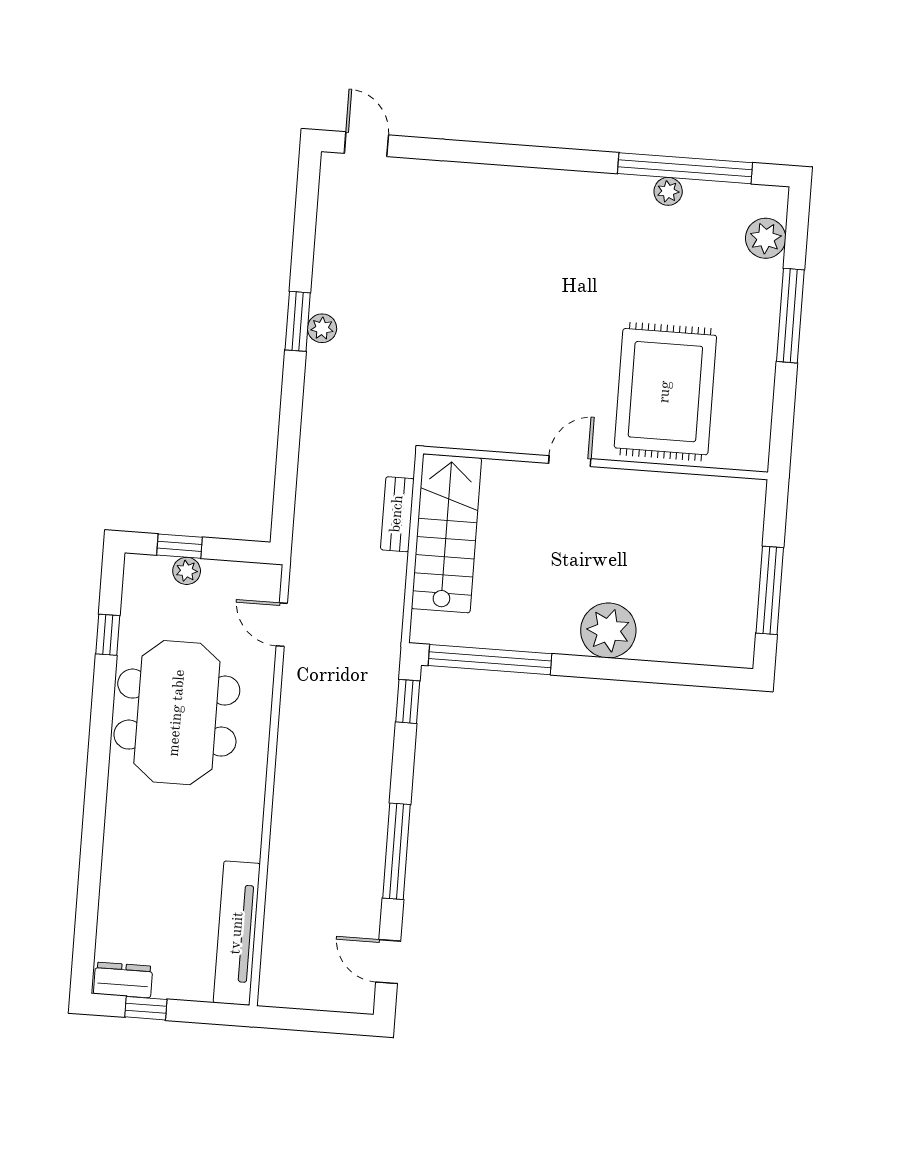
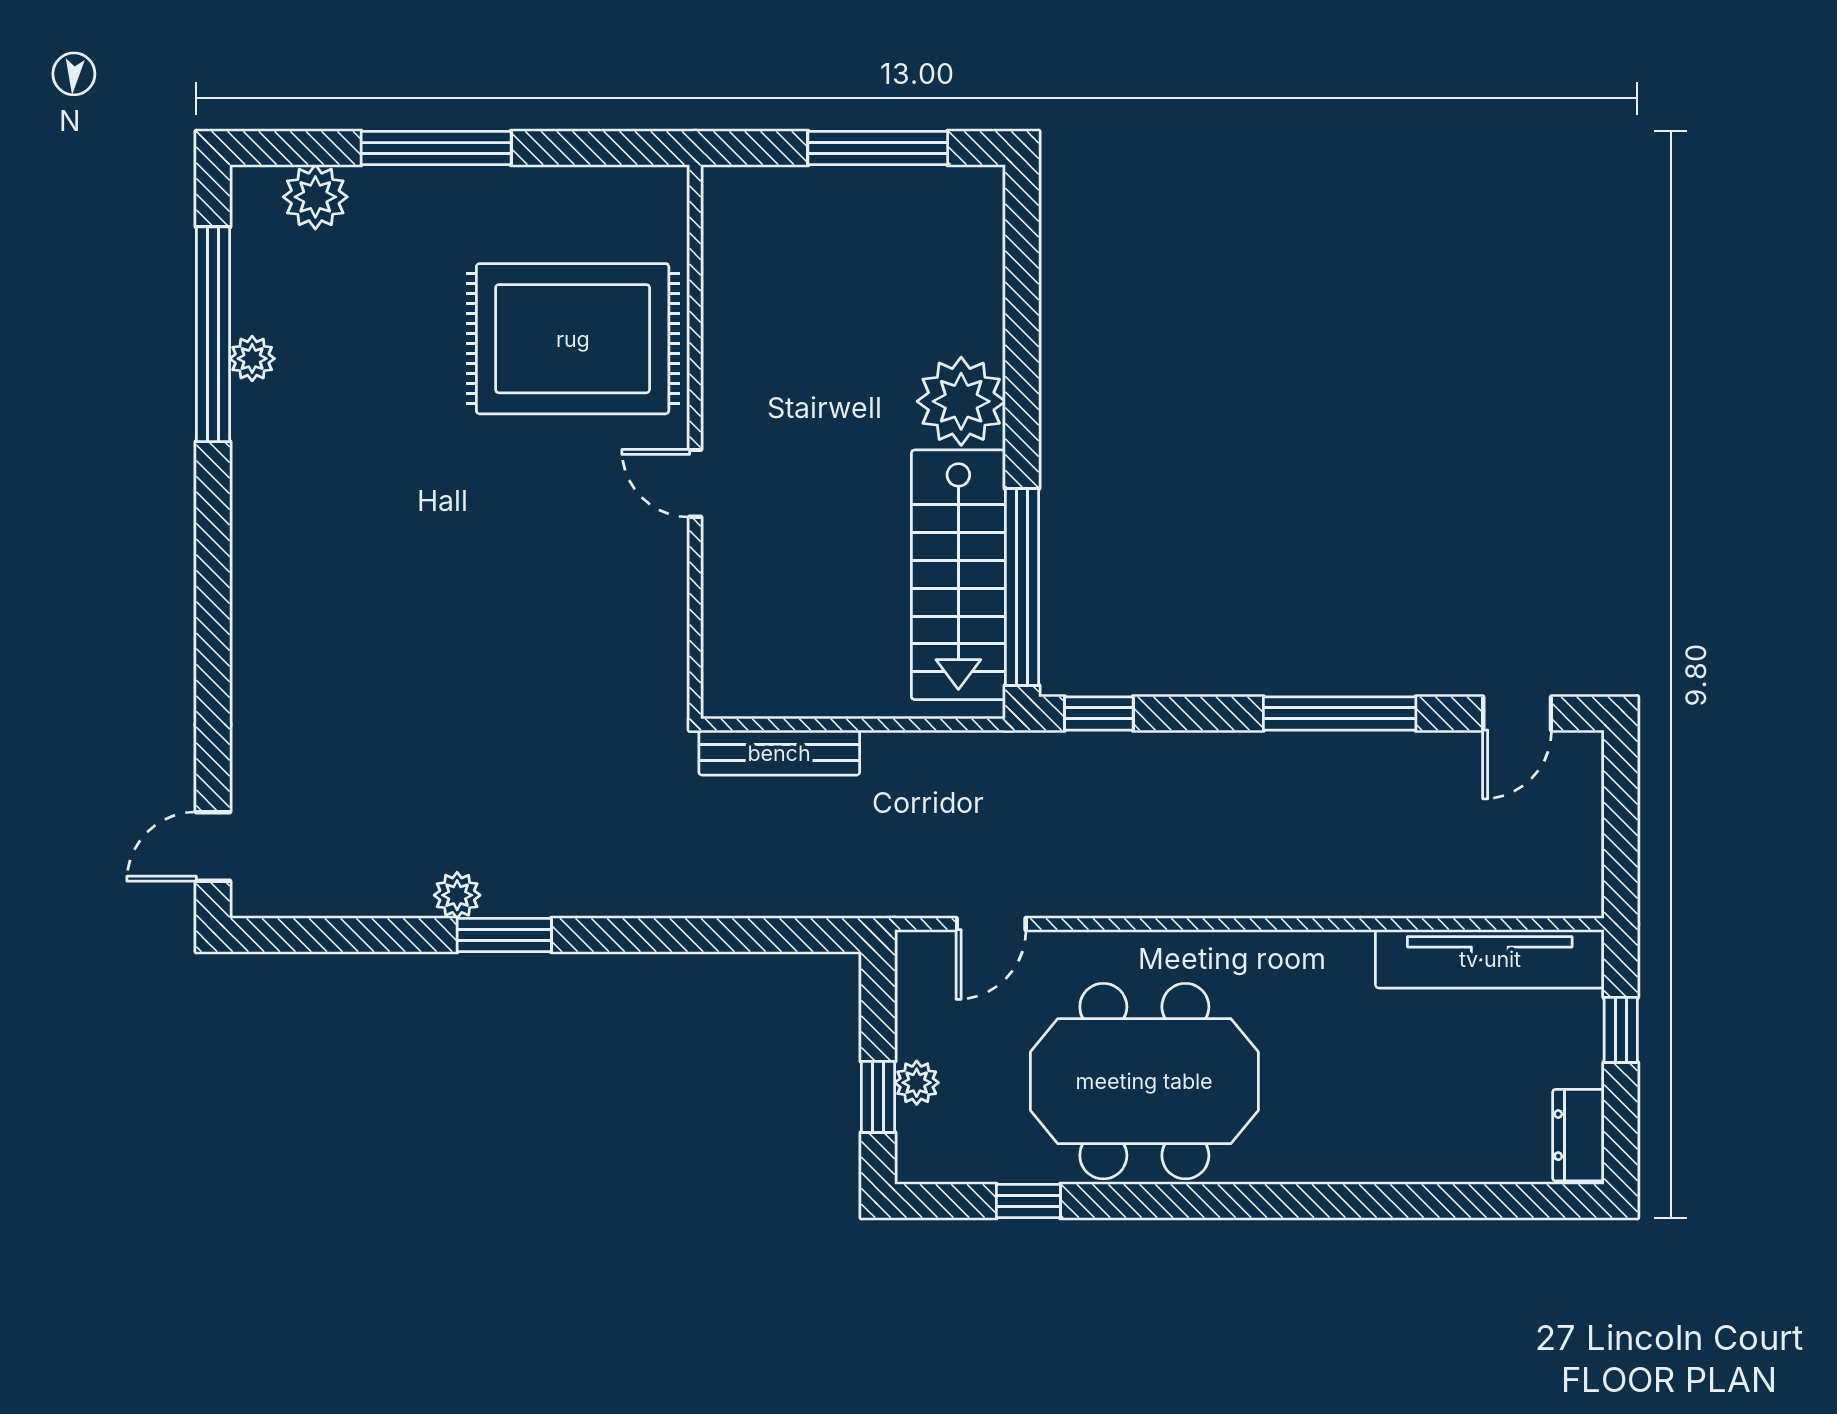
plant: (322, 328) -> (457, 895), moved
bench: (397, 514) -> (779, 753), width x1.36
stairs: (446, 533) -> (958, 575), moved, turned -90
window: (146, 1008) -> (1621, 1030), moved

